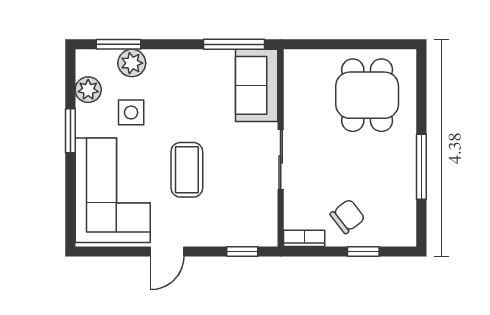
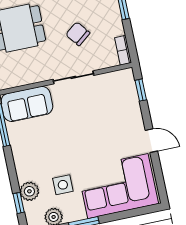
window: (118, 44) -> (19, 203), width x0.67
coffee table: (187, 170) -> (94, 139), removed
chair: (347, 216) -> (78, 34), moved

